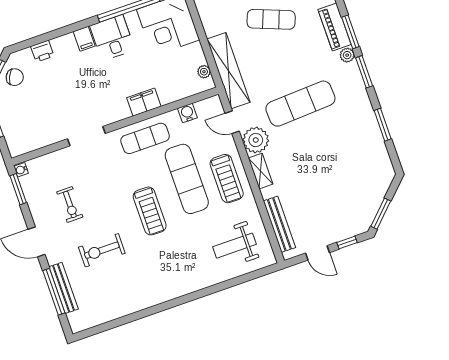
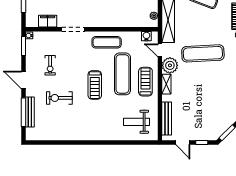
filing cabinet: (144, 102) -> (48, 21), moved
water cooler: (187, 113) -> (146, 36), moved
treadmill: (227, 179) -> (145, 82), turned 180

